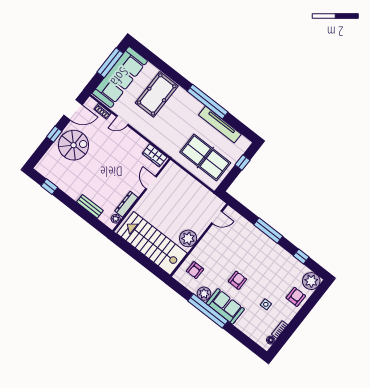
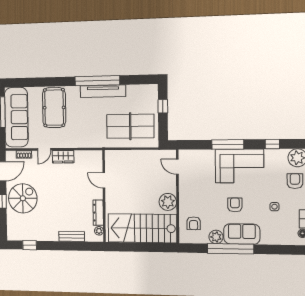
tv unit: (220, 125) -> (103, 91), moved
wardrobe: (155, 155) -> (63, 157), moved
door: (217, 217) -> (177, 167), swing flipped
corner sofa: (264, 254) -> (239, 166), added

